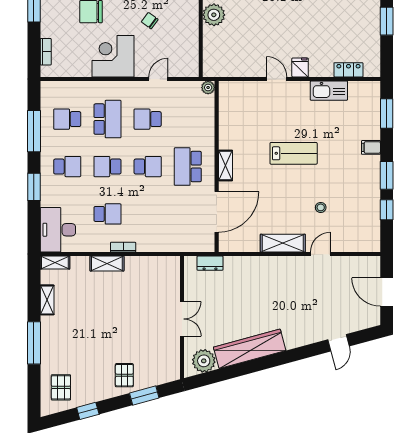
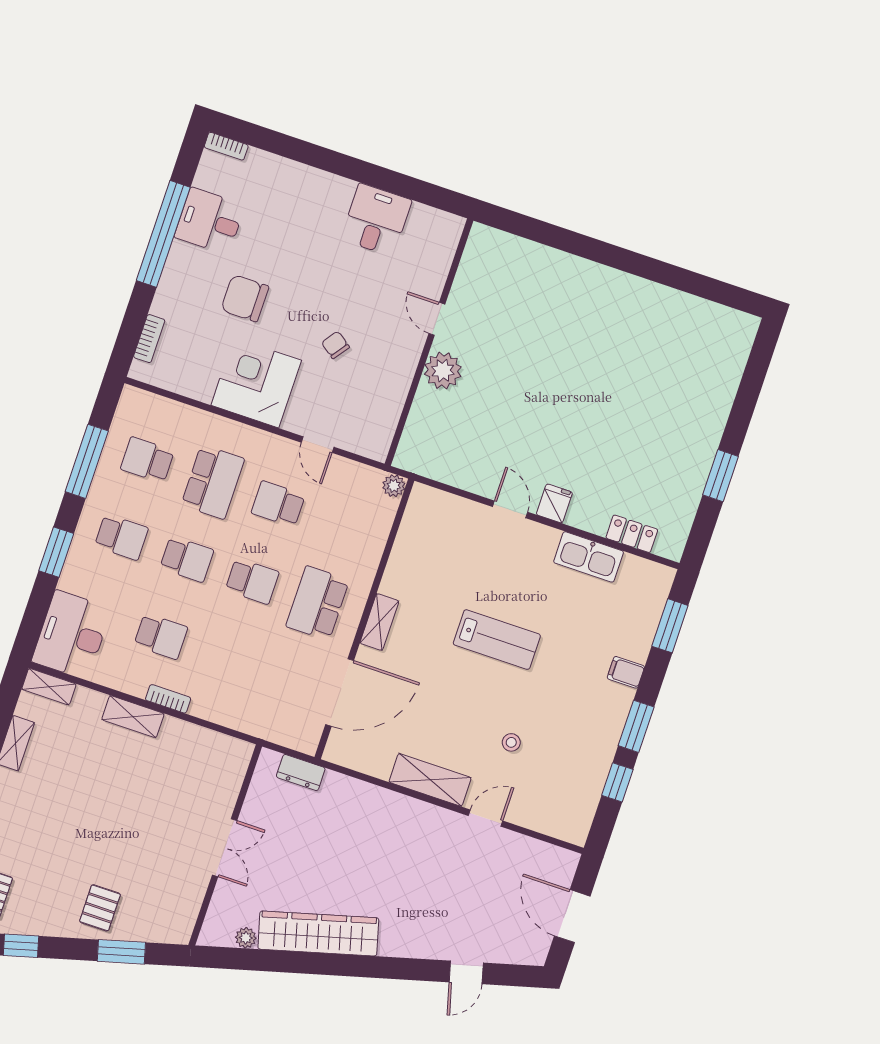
door: (158, 79) -> (318, 445), swing flipped
school desk: (107, 167) -> (187, 559), turned 180
plant: (204, 361) -> (246, 938), width x0.53, depth x0.53

